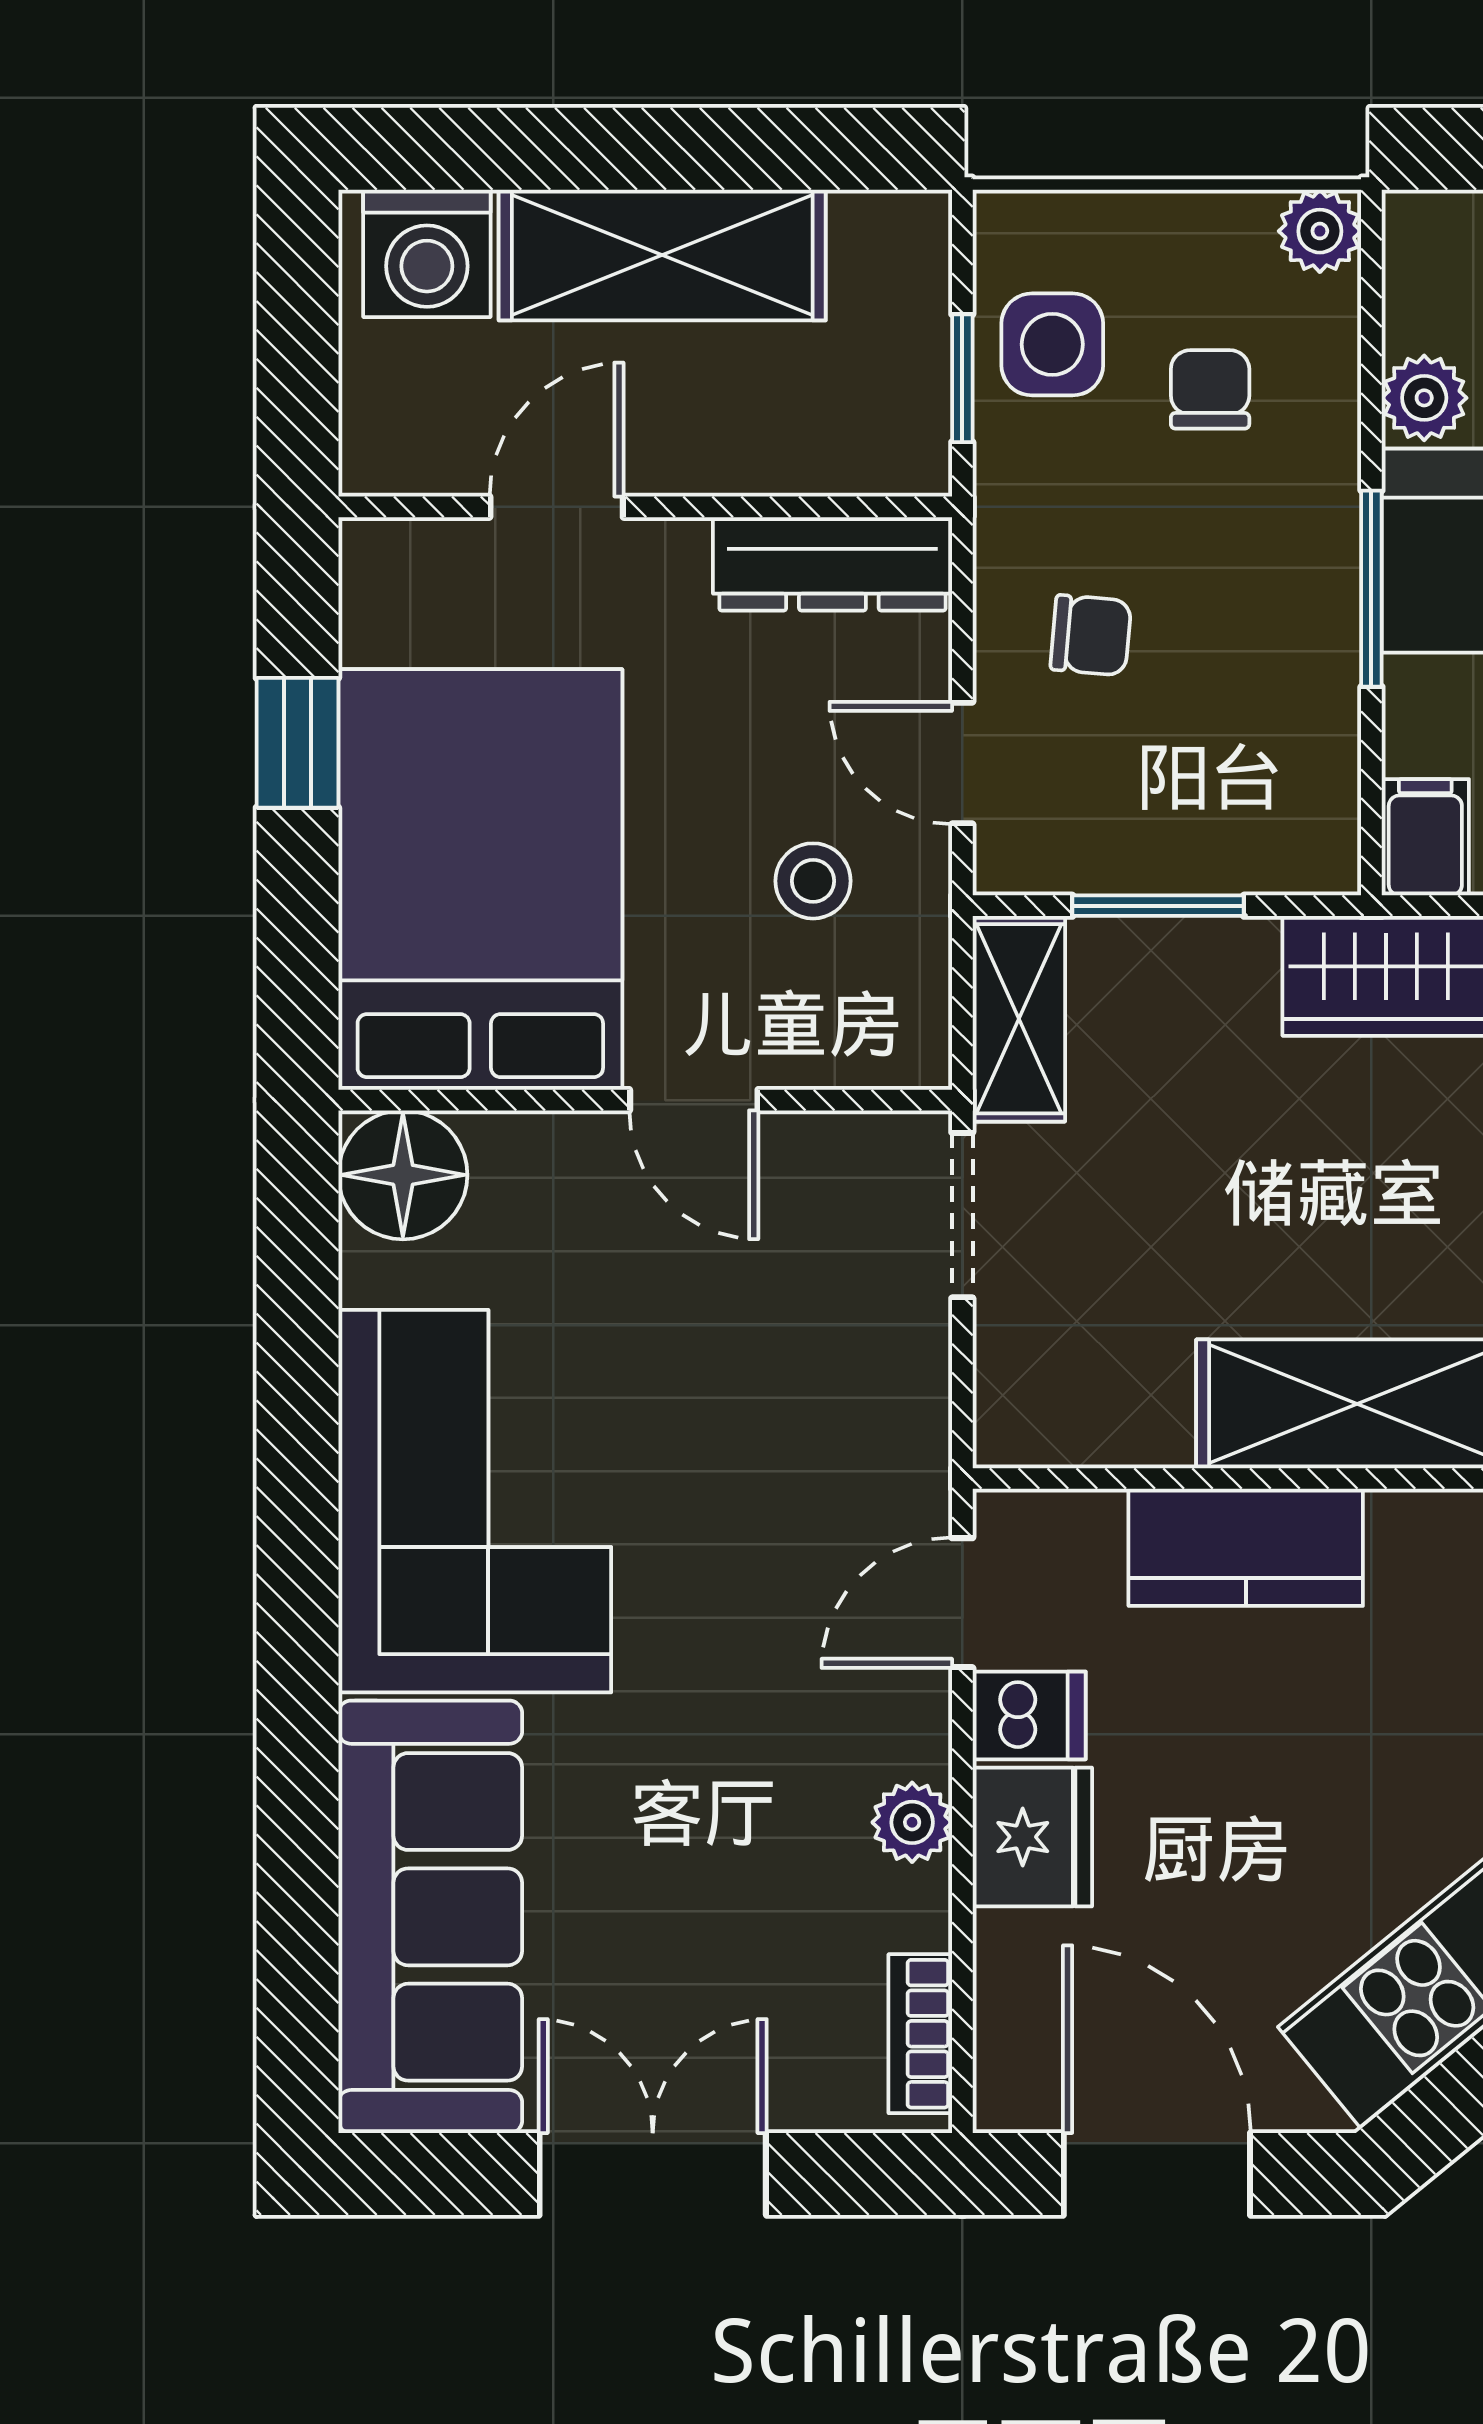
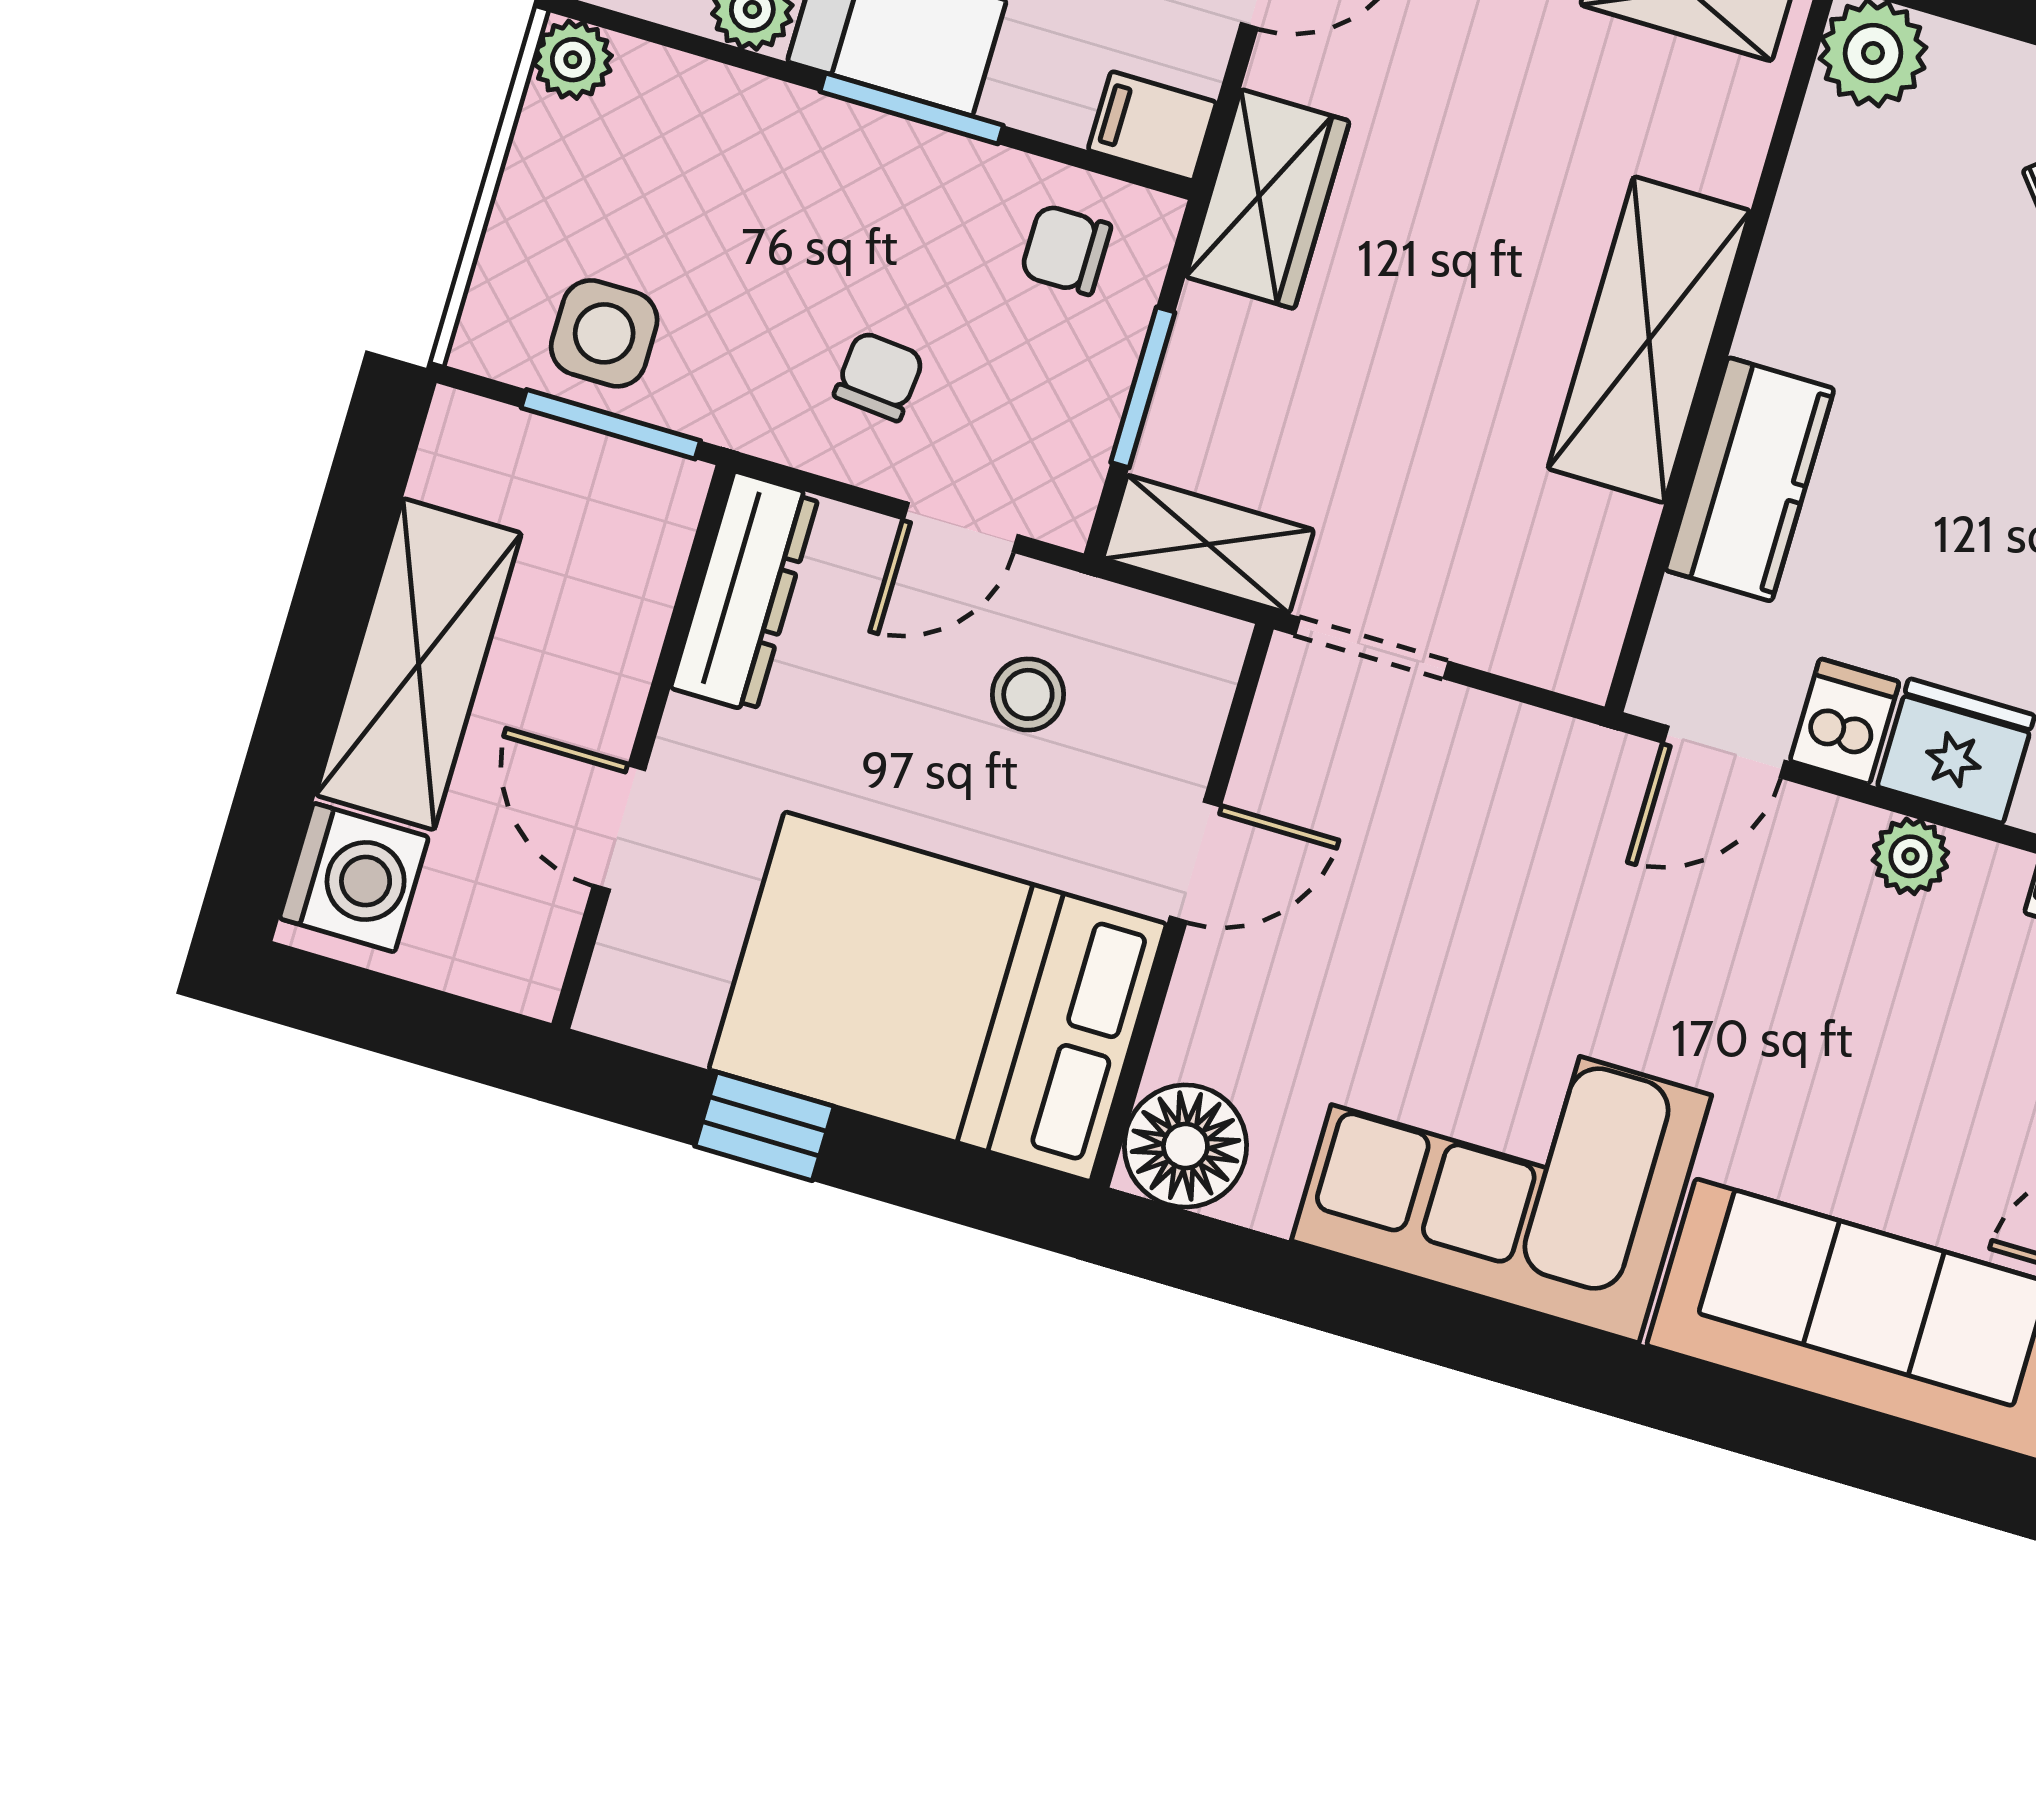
window: (962, 378) -> (611, 424), width x1.50
chair: (1210, 389) -> (1066, 250), moved
door: (962, 1603) -> (1724, 752), hinge flipped

